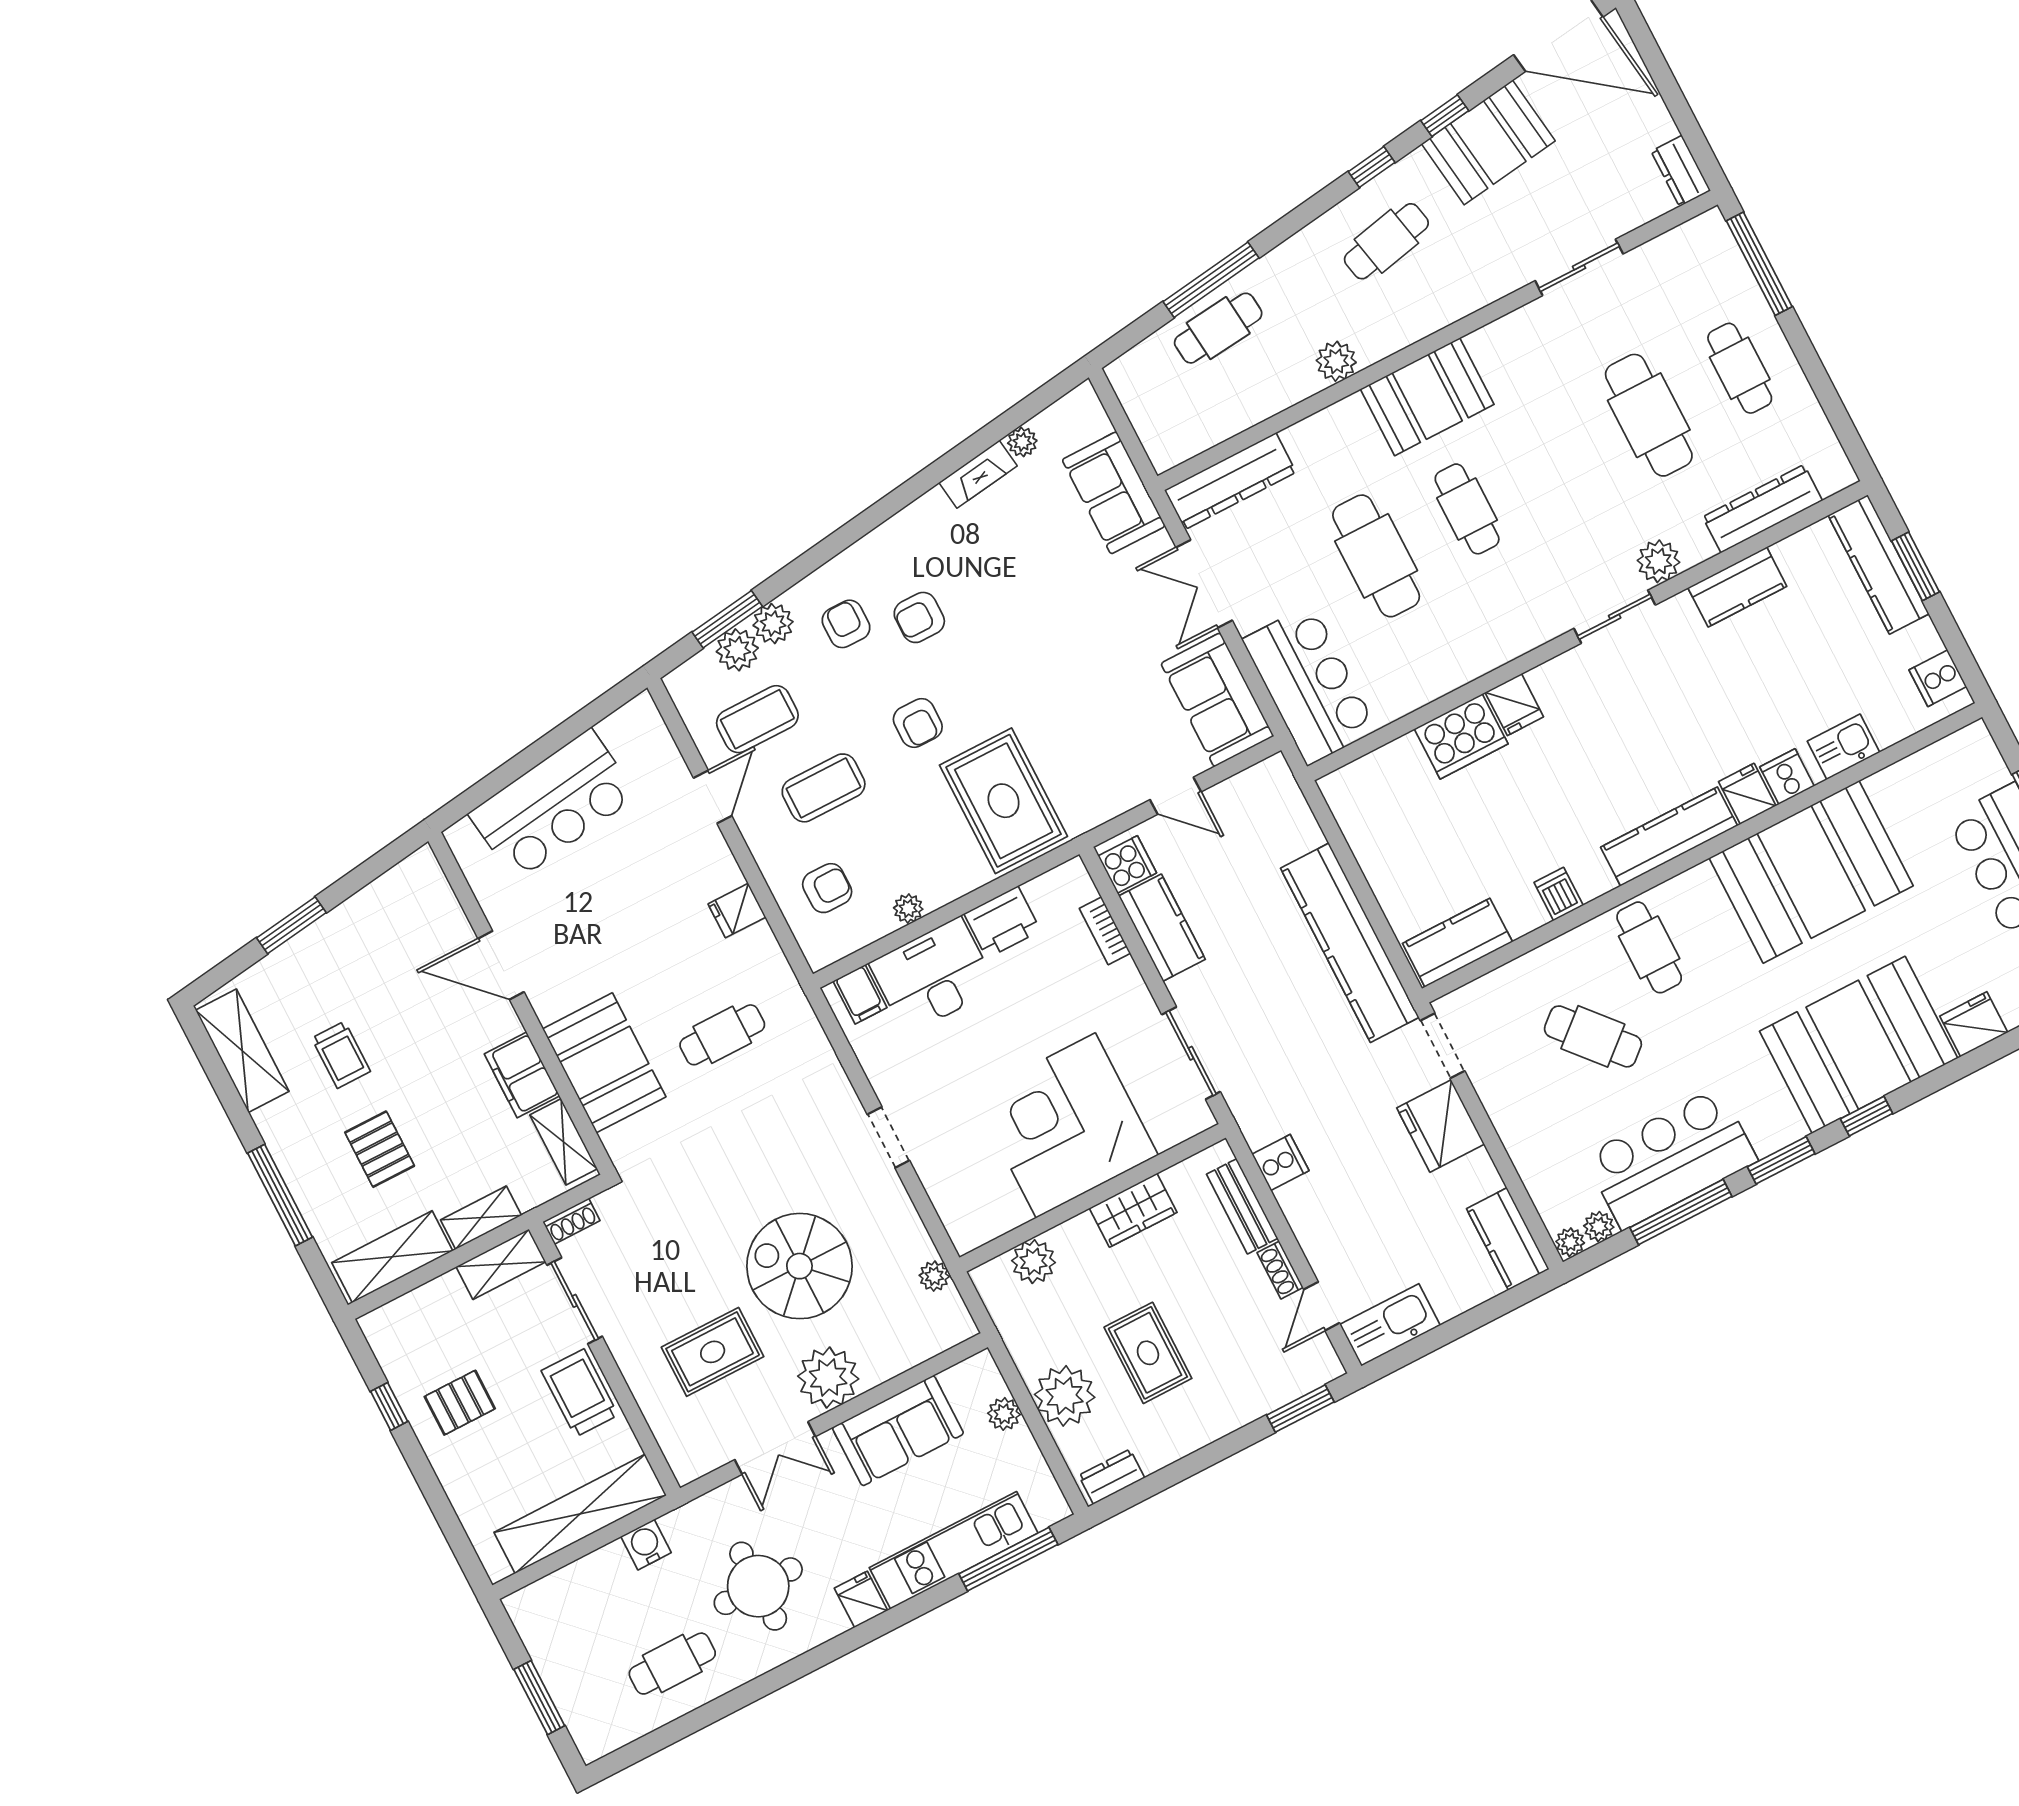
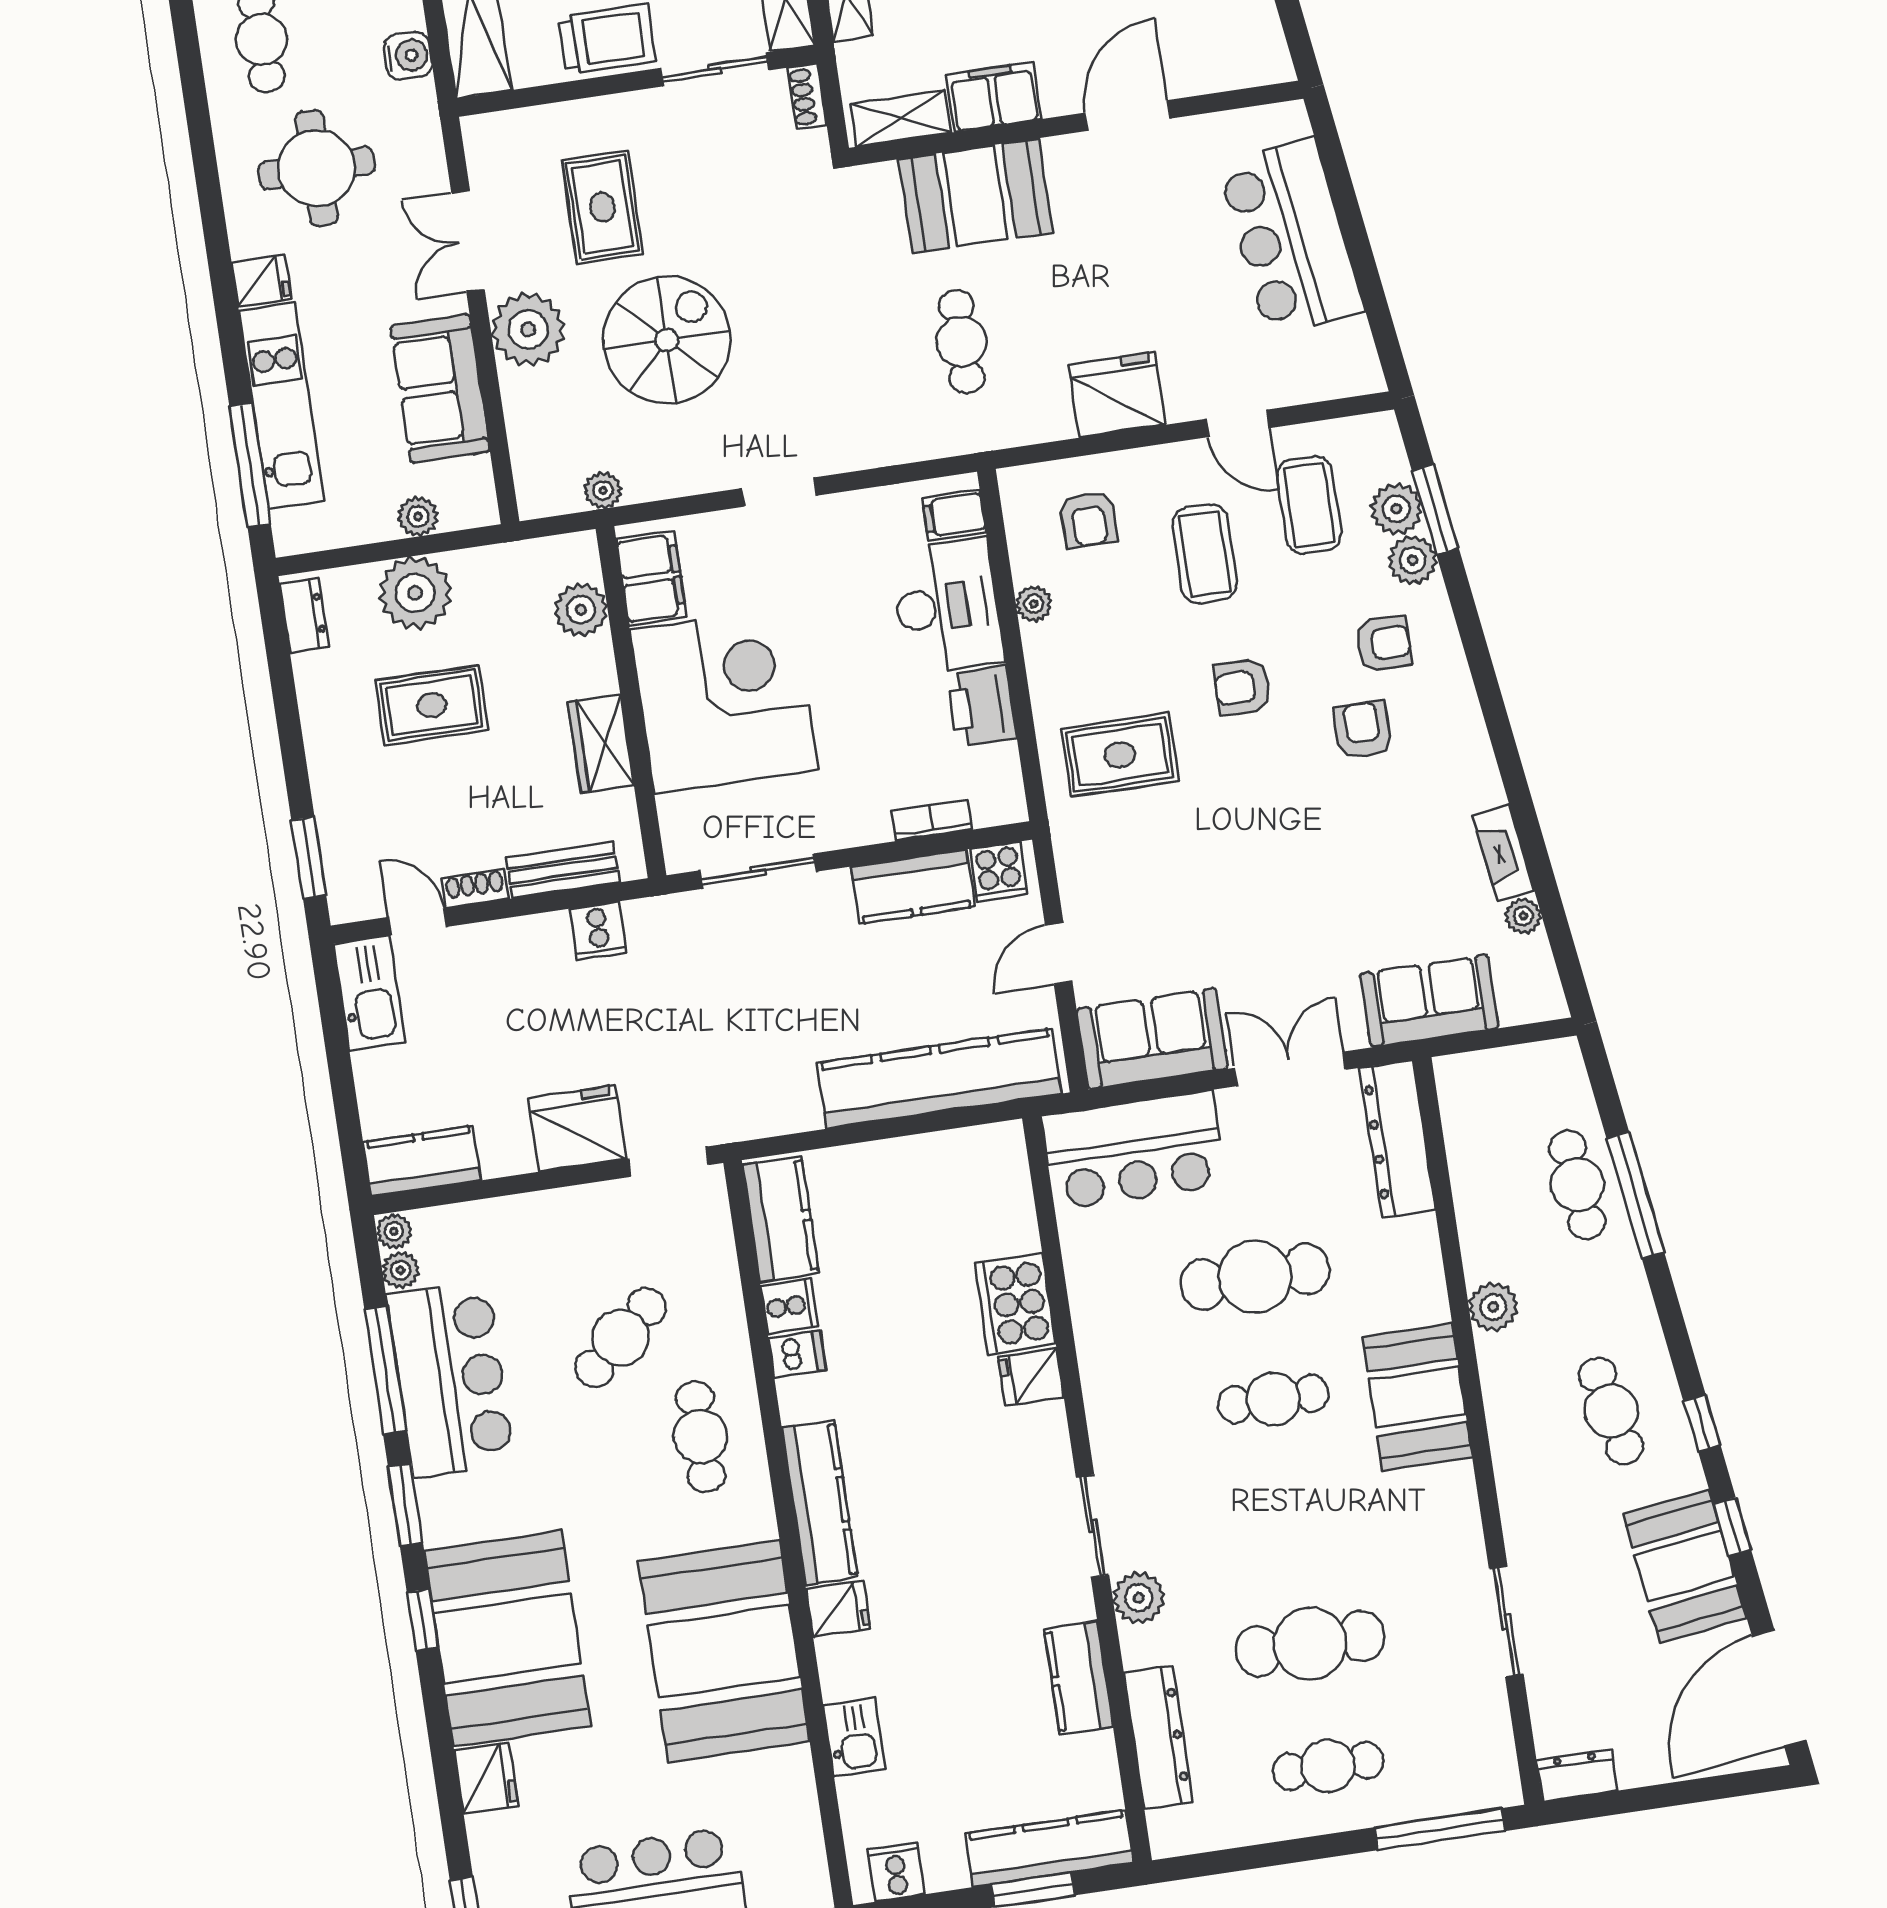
cooker: (1787, 777) -> (789, 1306), moved
rug: (1004, 801) -> (1120, 755), width x0.73, depth x0.70
fridge: (737, 911) -> (1117, 395), width x1.88, depth x1.34
kitchen counter: (1350, 943) -> (939, 1078), moved
cafe table: (1649, 947) -> (701, 1437), turned 90
filing cabinet: (990, 1215) -> (651, 578), added

